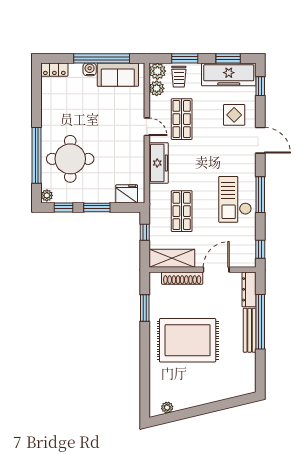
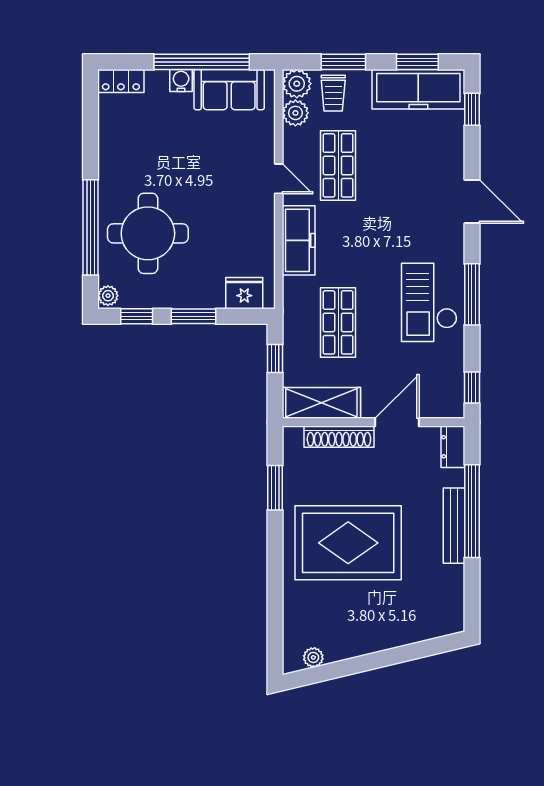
display table: (234, 115) -> (428, 158), removed
dresser: (249, 289) -> (453, 447), width x0.70

